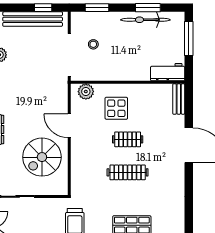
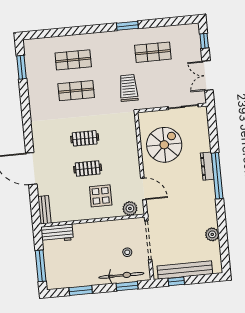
bicycle: (145, 20) -> (121, 275), moved
door: (69, 126) -> (143, 189), moved
clothes rail: (128, 172) -> (85, 138), width x0.73

